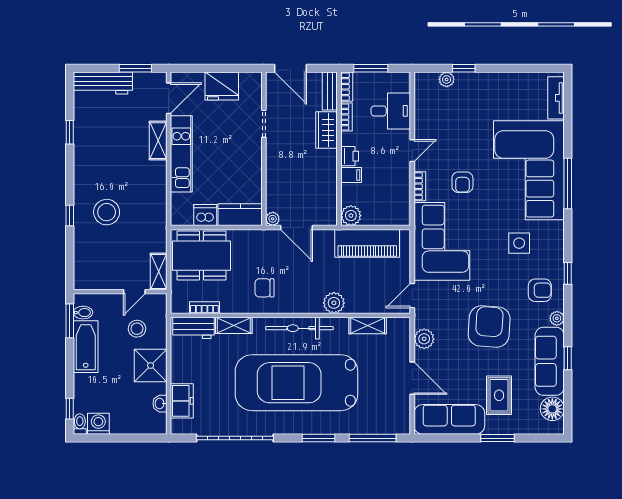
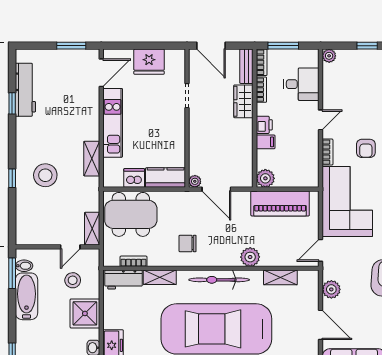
plant: (447, 79) -> (329, 56), moved
workbench: (103, 83) -> (25, 90), moved, turned -90
shelving: (158, 141) -> (92, 159), moved

